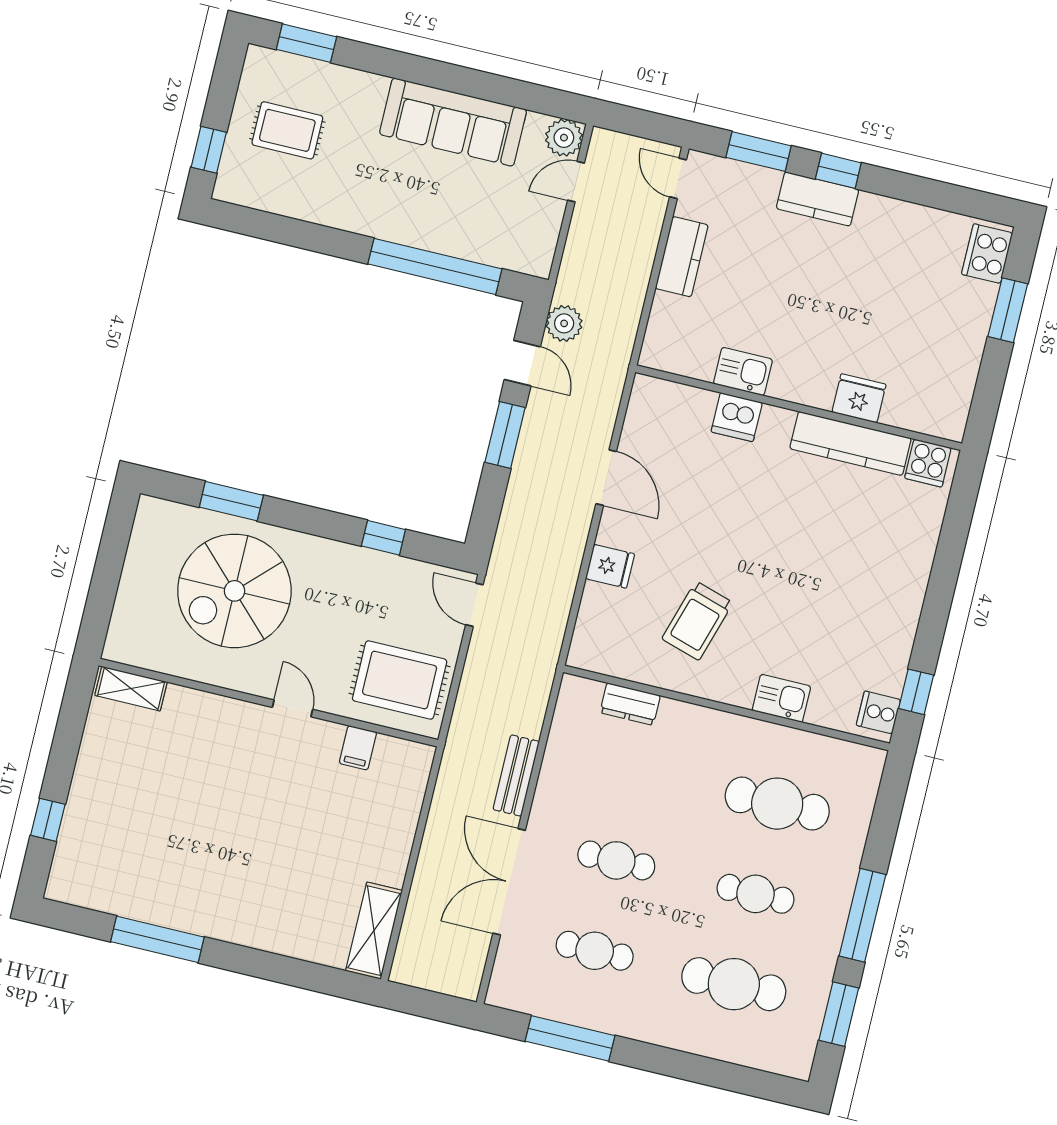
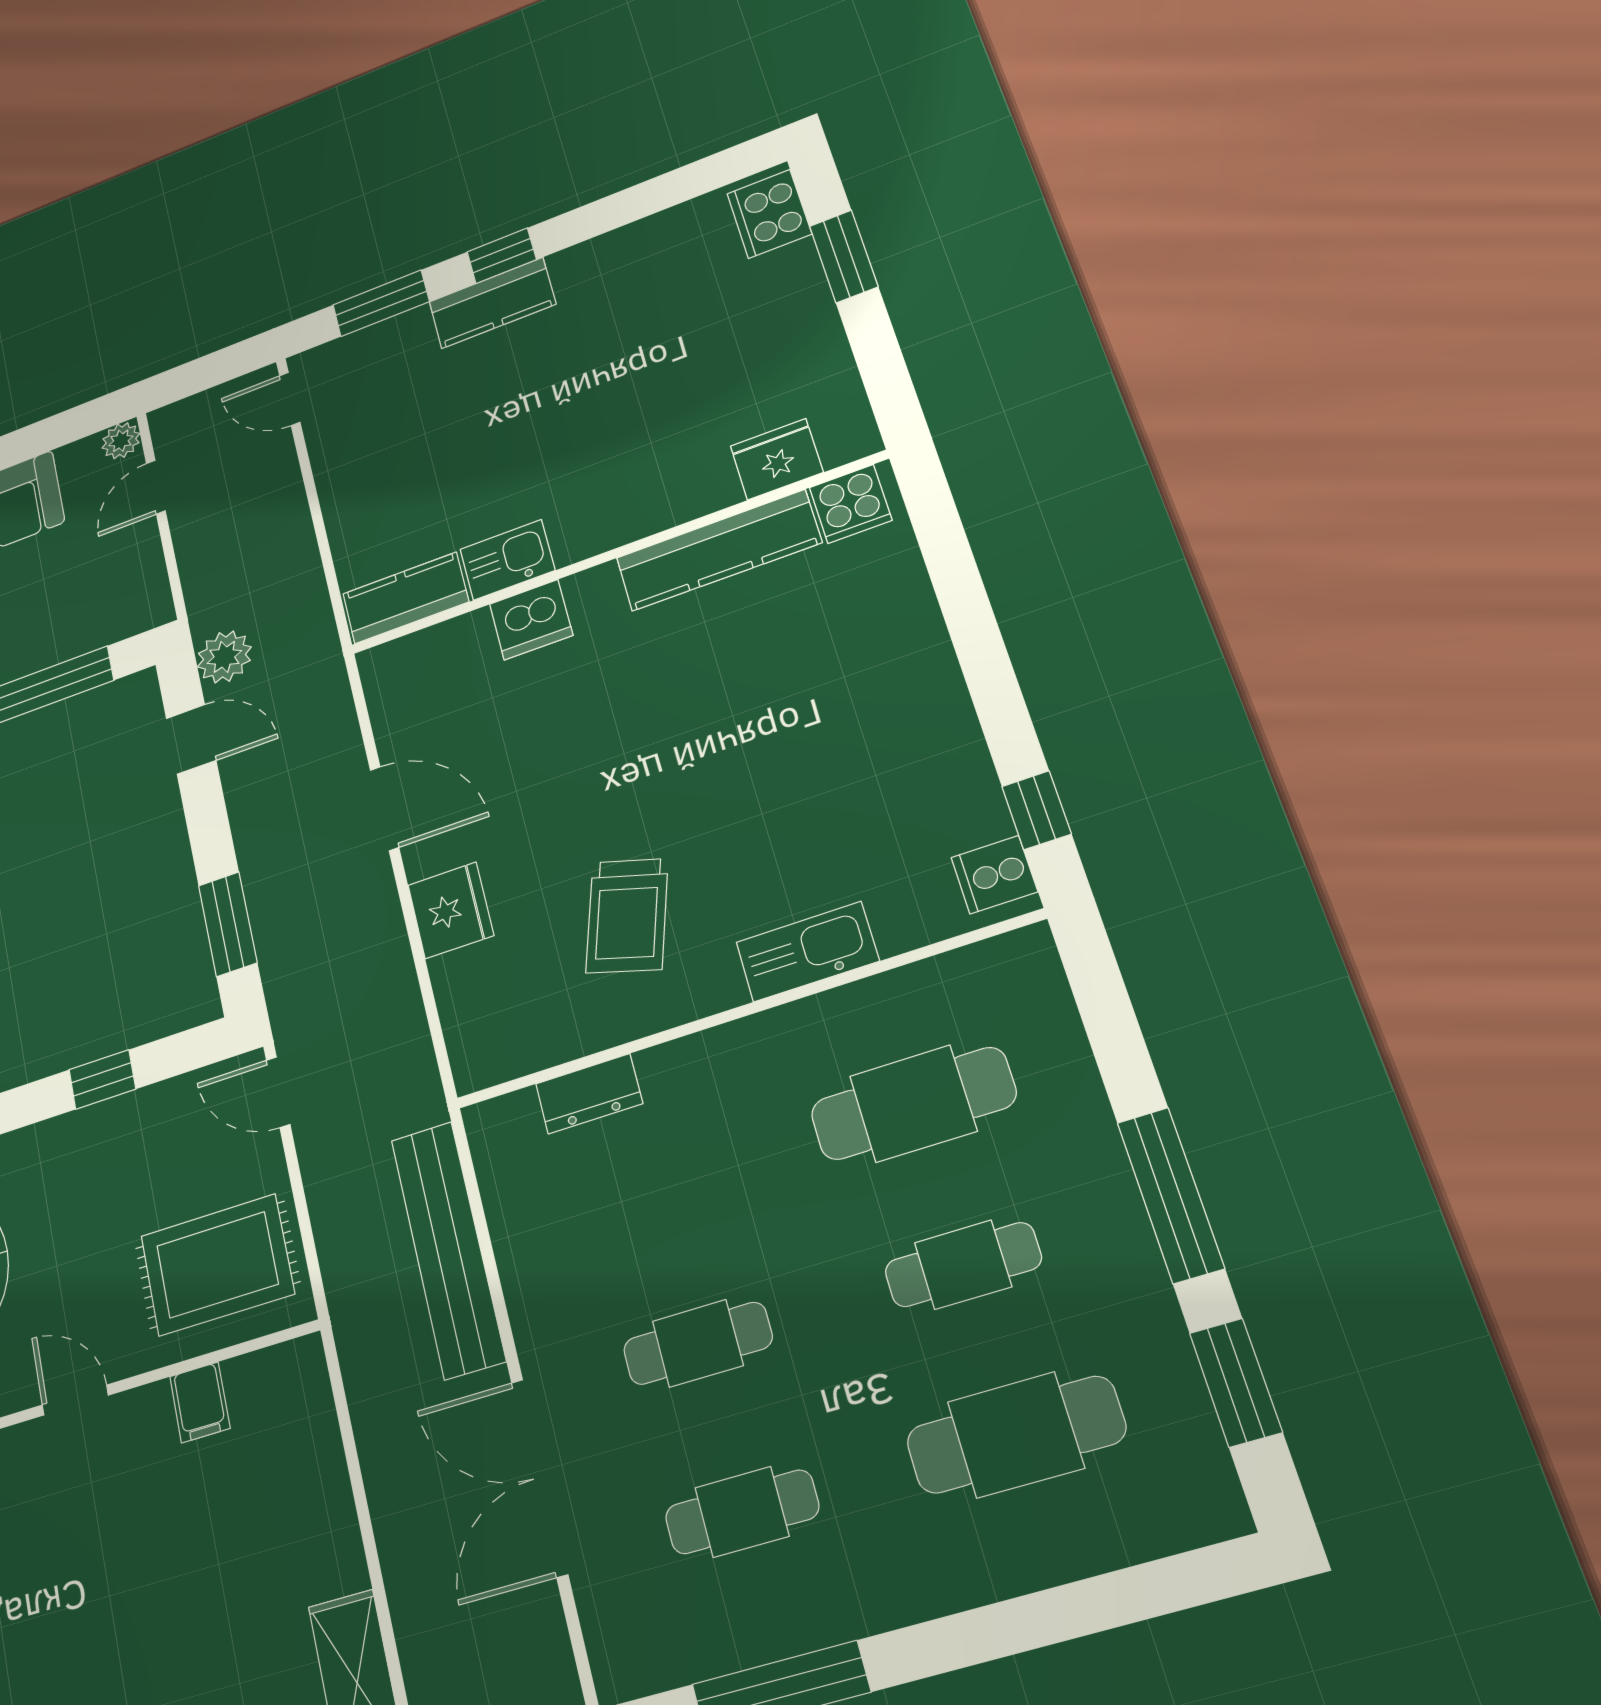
plant: (564, 138) -> (121, 441), width x0.73, depth x0.73
kitchen counter: (682, 257) -> (406, 598), moved, turned -90
fridge: (859, 398) -> (777, 459), moved
window: (505, 435) -> (228, 924), moved
fridge: (610, 566) -> (451, 910), width x1.38
kitchen sink: (781, 698) -> (807, 952), width x1.38
bench: (516, 776) -> (448, 1249), width x1.86, depth x1.21

